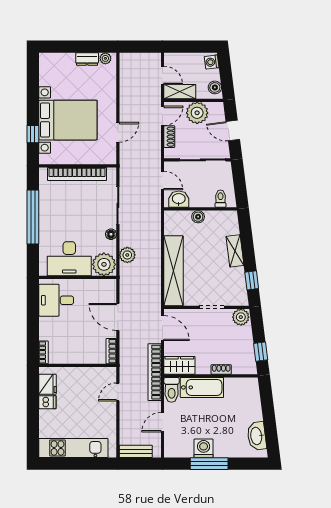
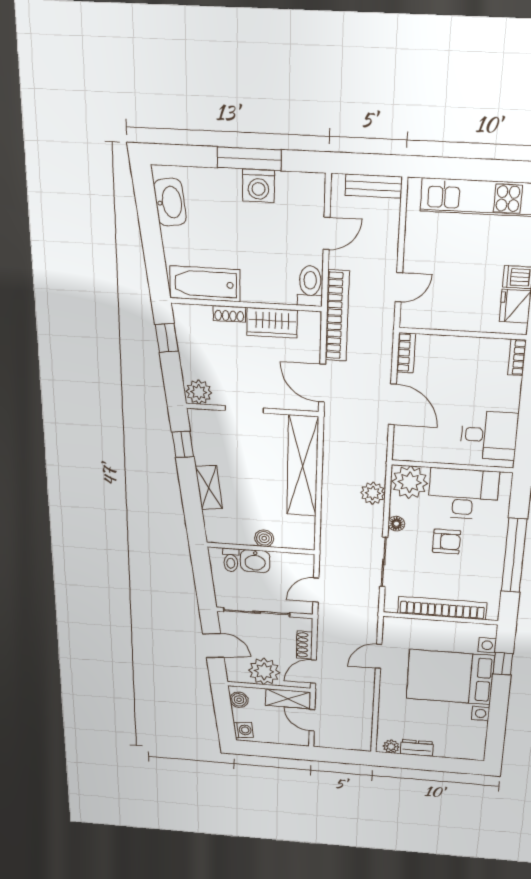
door: (162, 180) -> (316, 590), hinge flipped
washbasin: (179, 199) -> (255, 561), moved
armchair: (78, 224) -> (447, 542), added
wardrobe: (179, 365) -> (272, 323), moved
bathtub: (202, 387) -> (205, 284), moved

